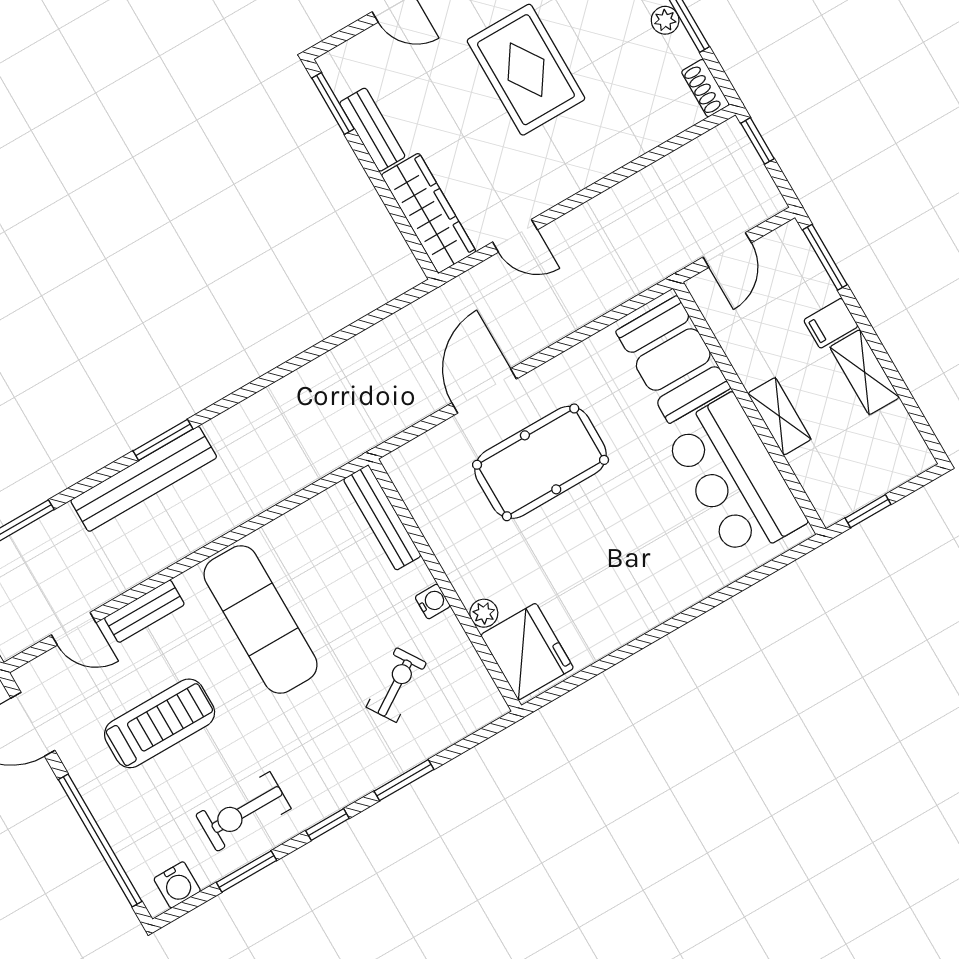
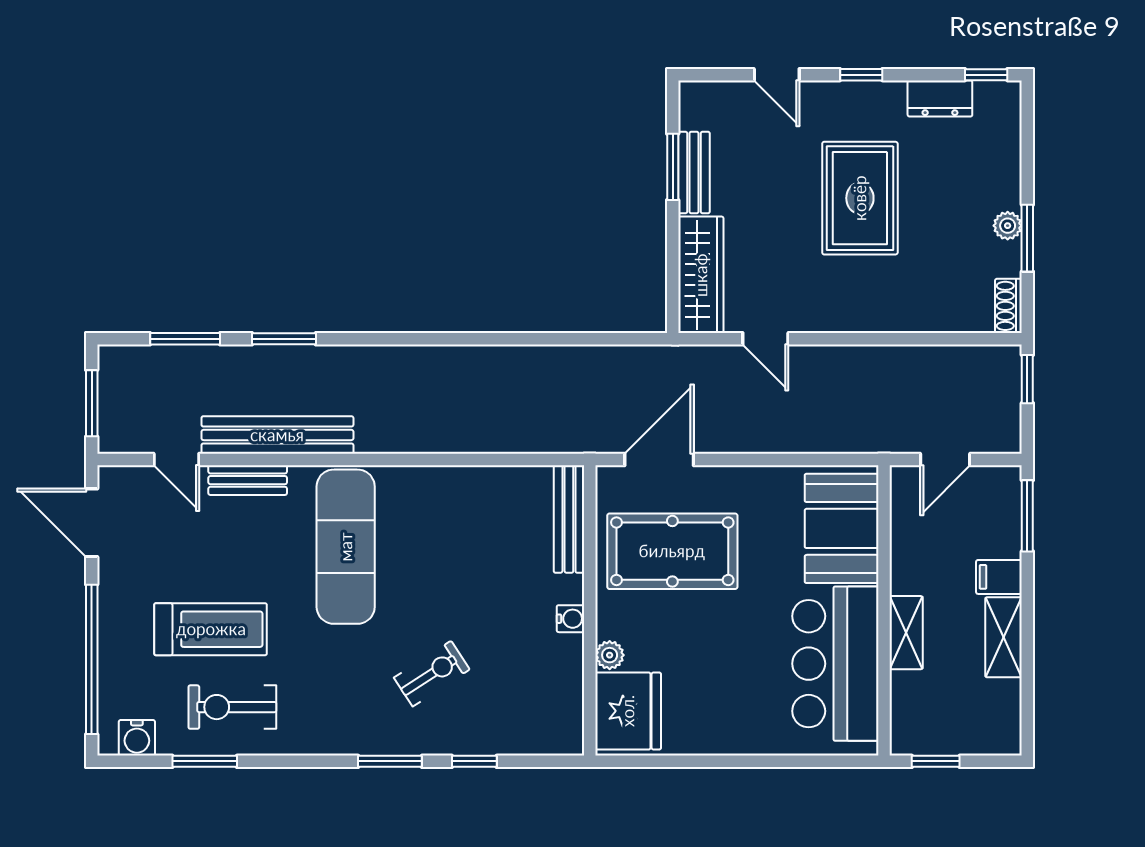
window: (333, 104) -> (673, 167), moved
window: (163, 440) -> (284, 339), moved
bench: (144, 479) -> (277, 435), moved
bench: (382, 518) -> (569, 519), moved
wall: (445, 585) -> (590, 610), moved
water cooler: (433, 602) -> (570, 619), moved
plant: (484, 613) -> (610, 655), moved
fridge: (527, 652) -> (628, 711), moved
treadmill: (160, 723) -> (211, 629), moved
window: (327, 825) -> (474, 761), moved

